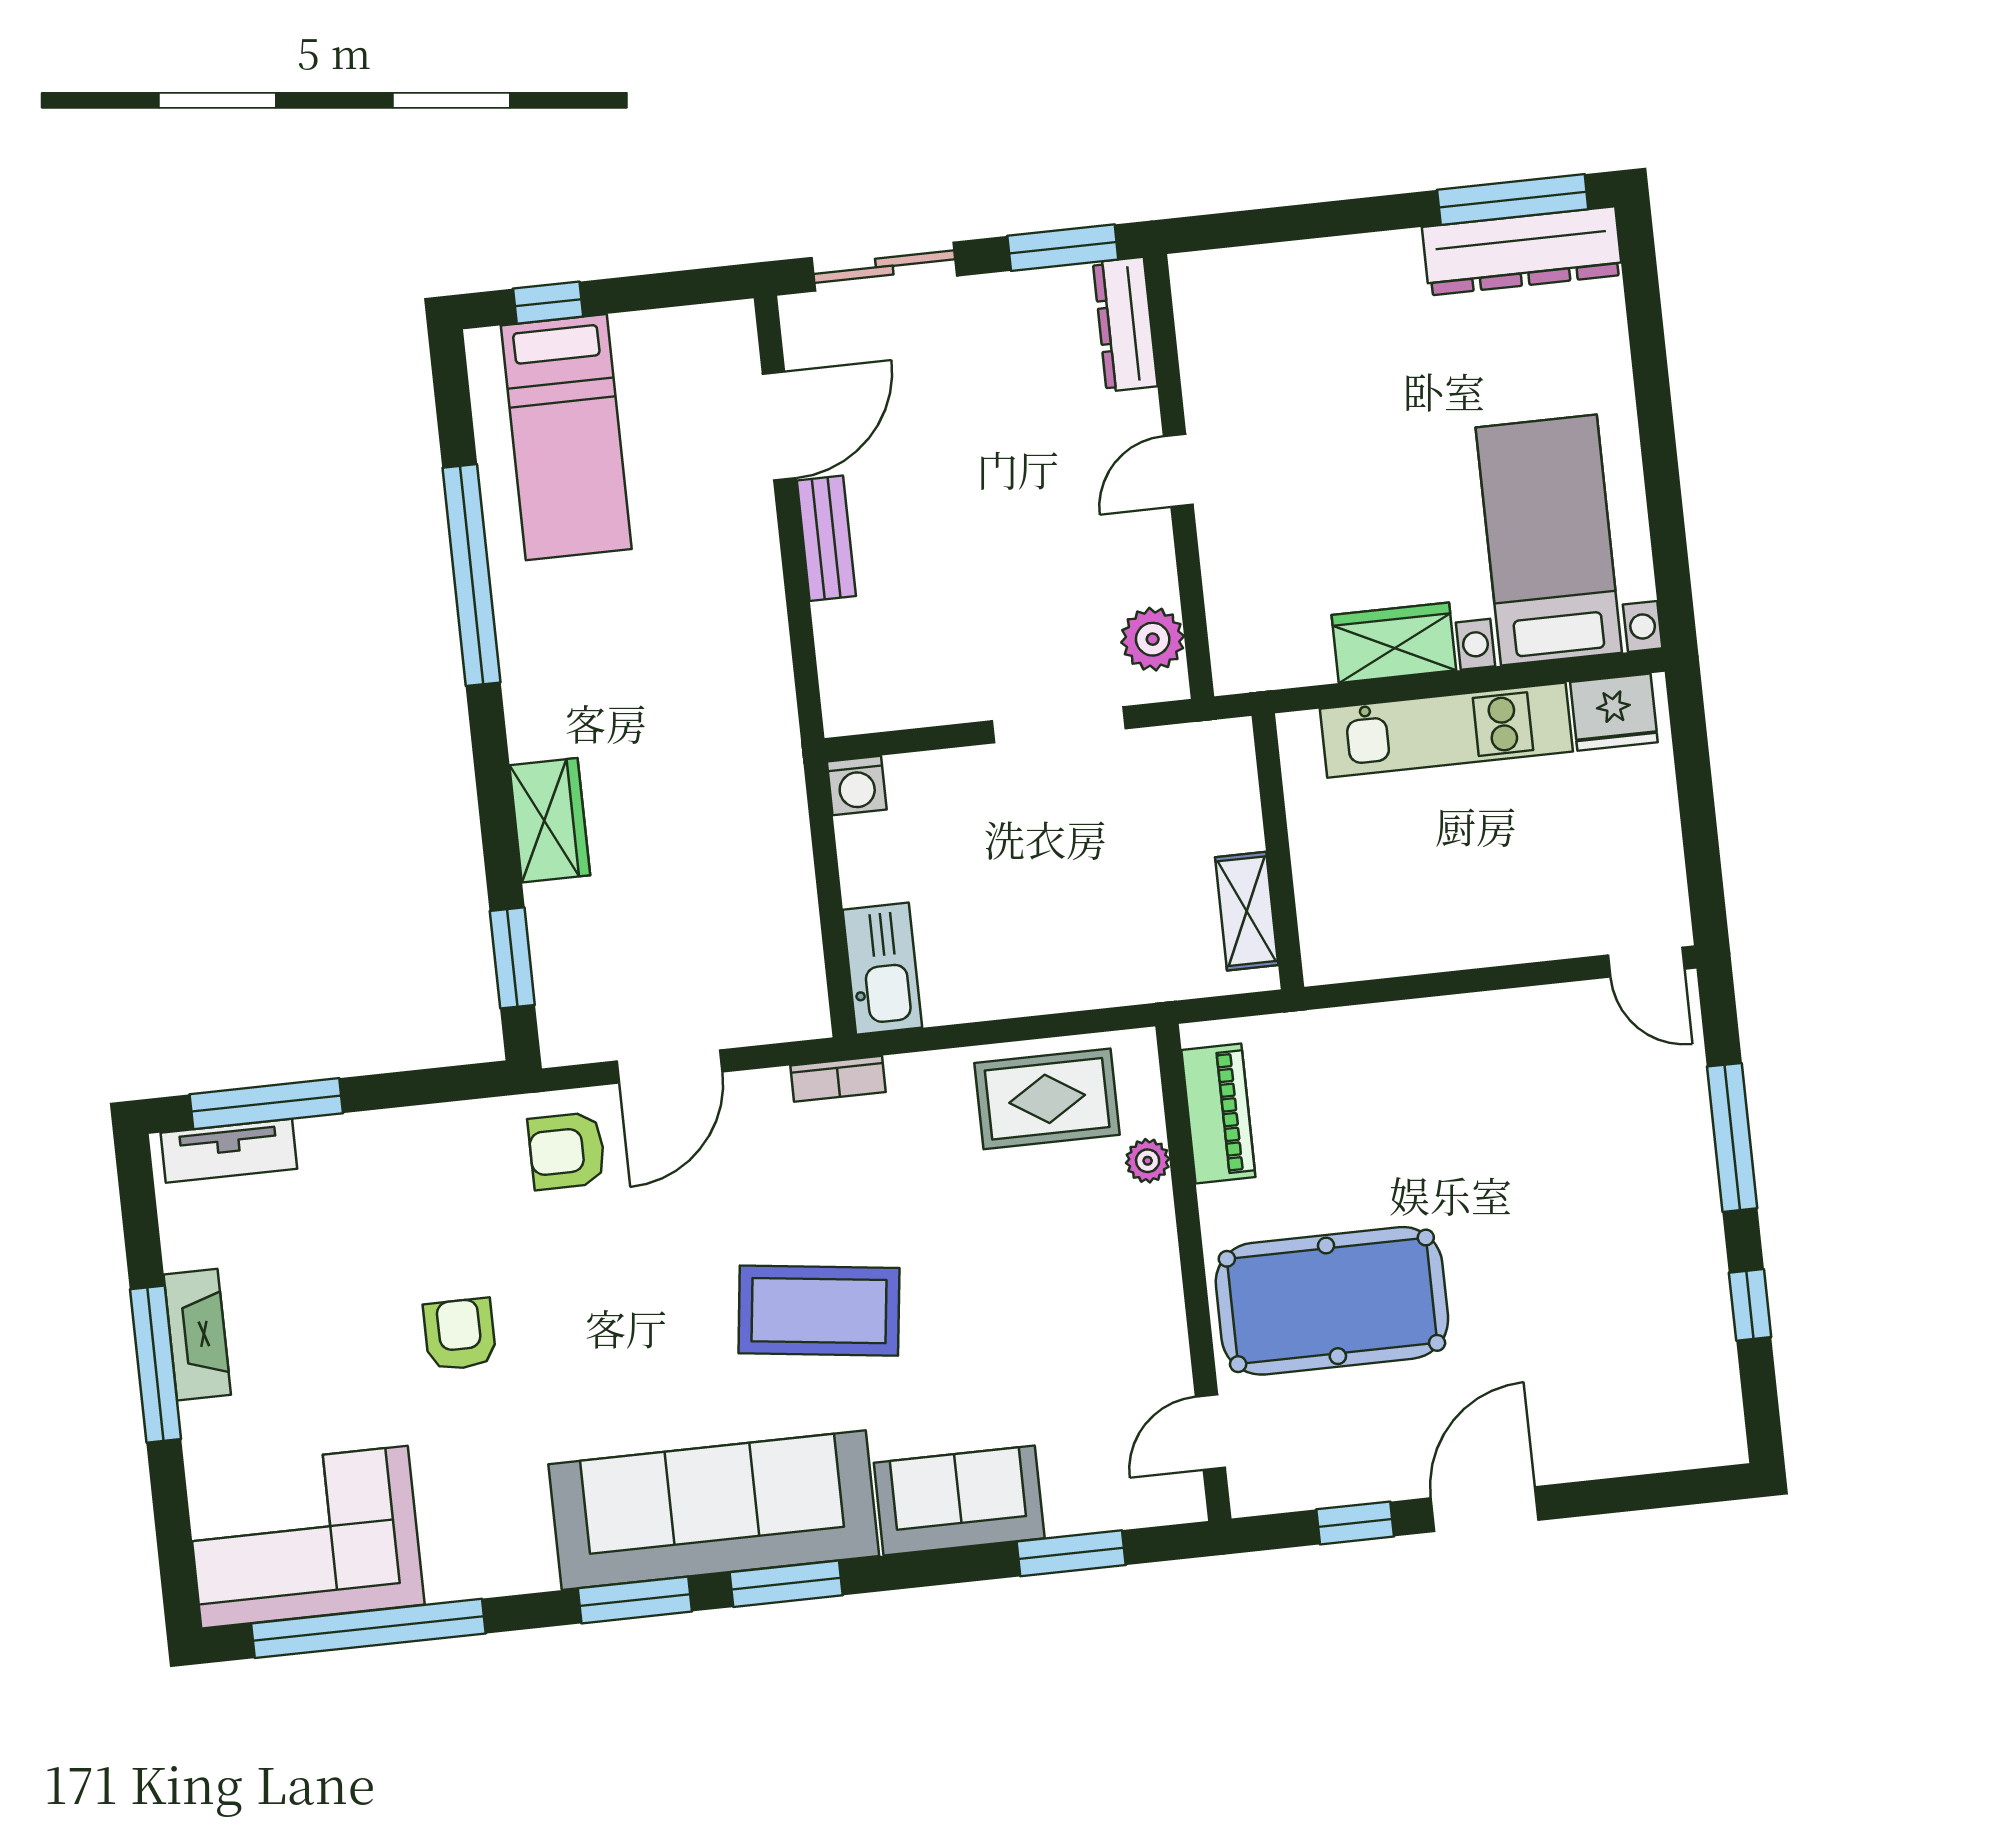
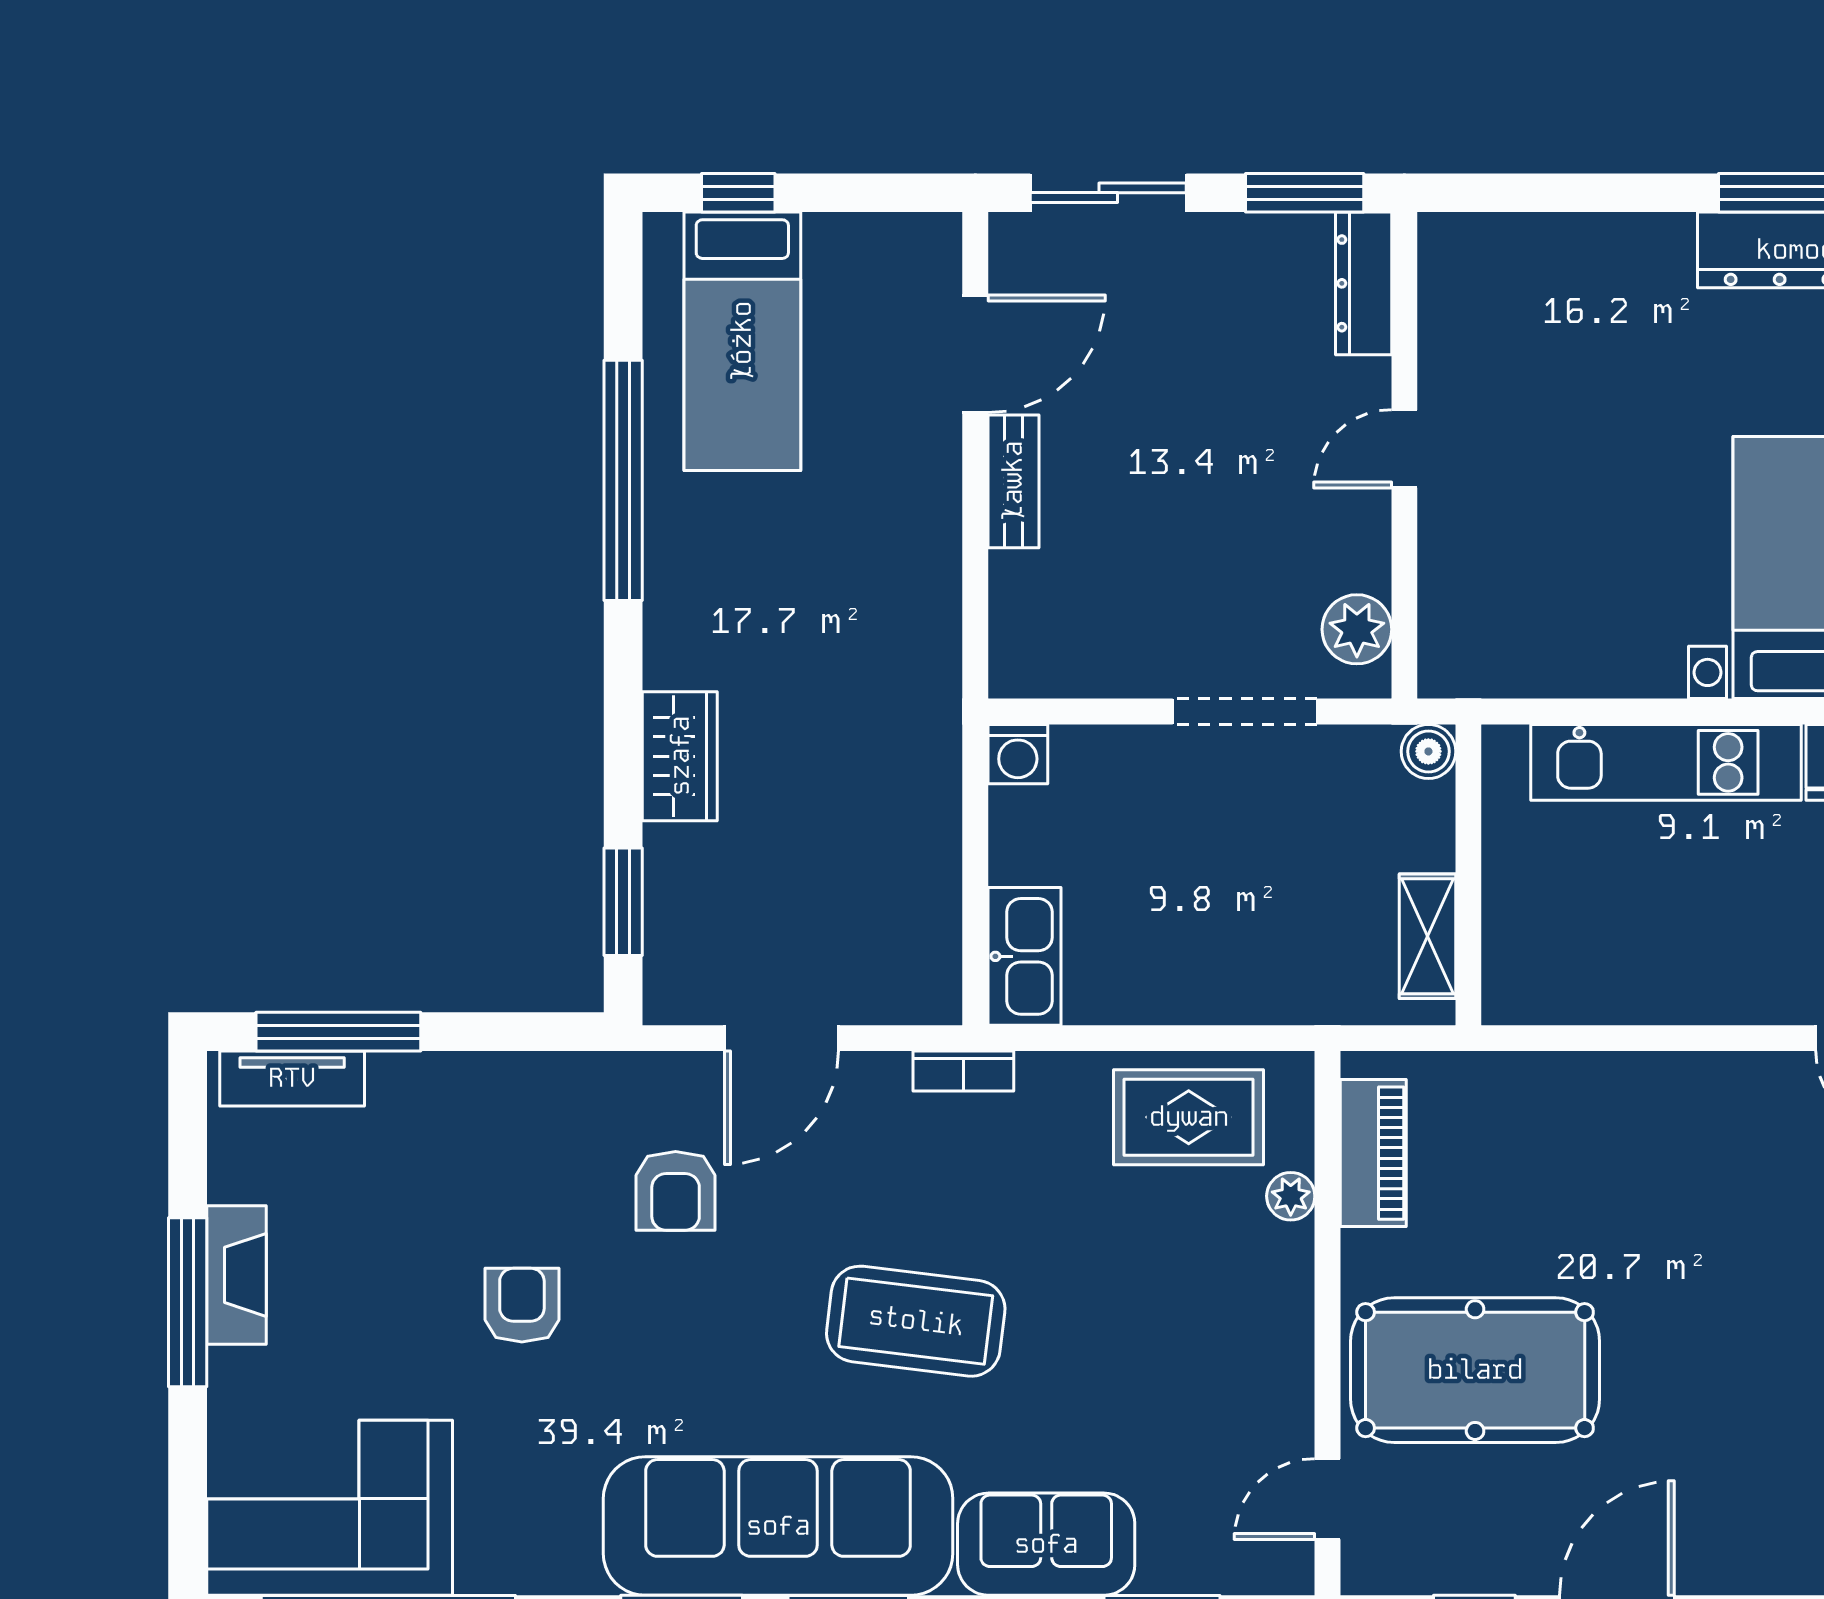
wardrobe: (1394, 643) -> (1619, 661), removed
boiler: (1230, 743) -> (1428, 751), added
armchair: (567, 1151) -> (676, 1191), moved, turned -90

